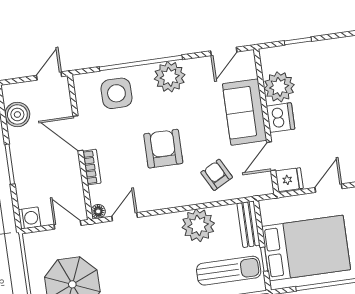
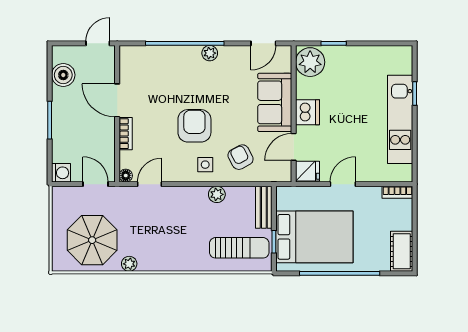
plant: (170, 77) -> (210, 53), width x0.53, depth x0.53
plant: (279, 87) -> (310, 62), moved
side table: (116, 93) -> (205, 165), moved, width x0.54, depth x0.54
plant: (198, 225) -> (217, 194), width x0.53, depth x0.53

